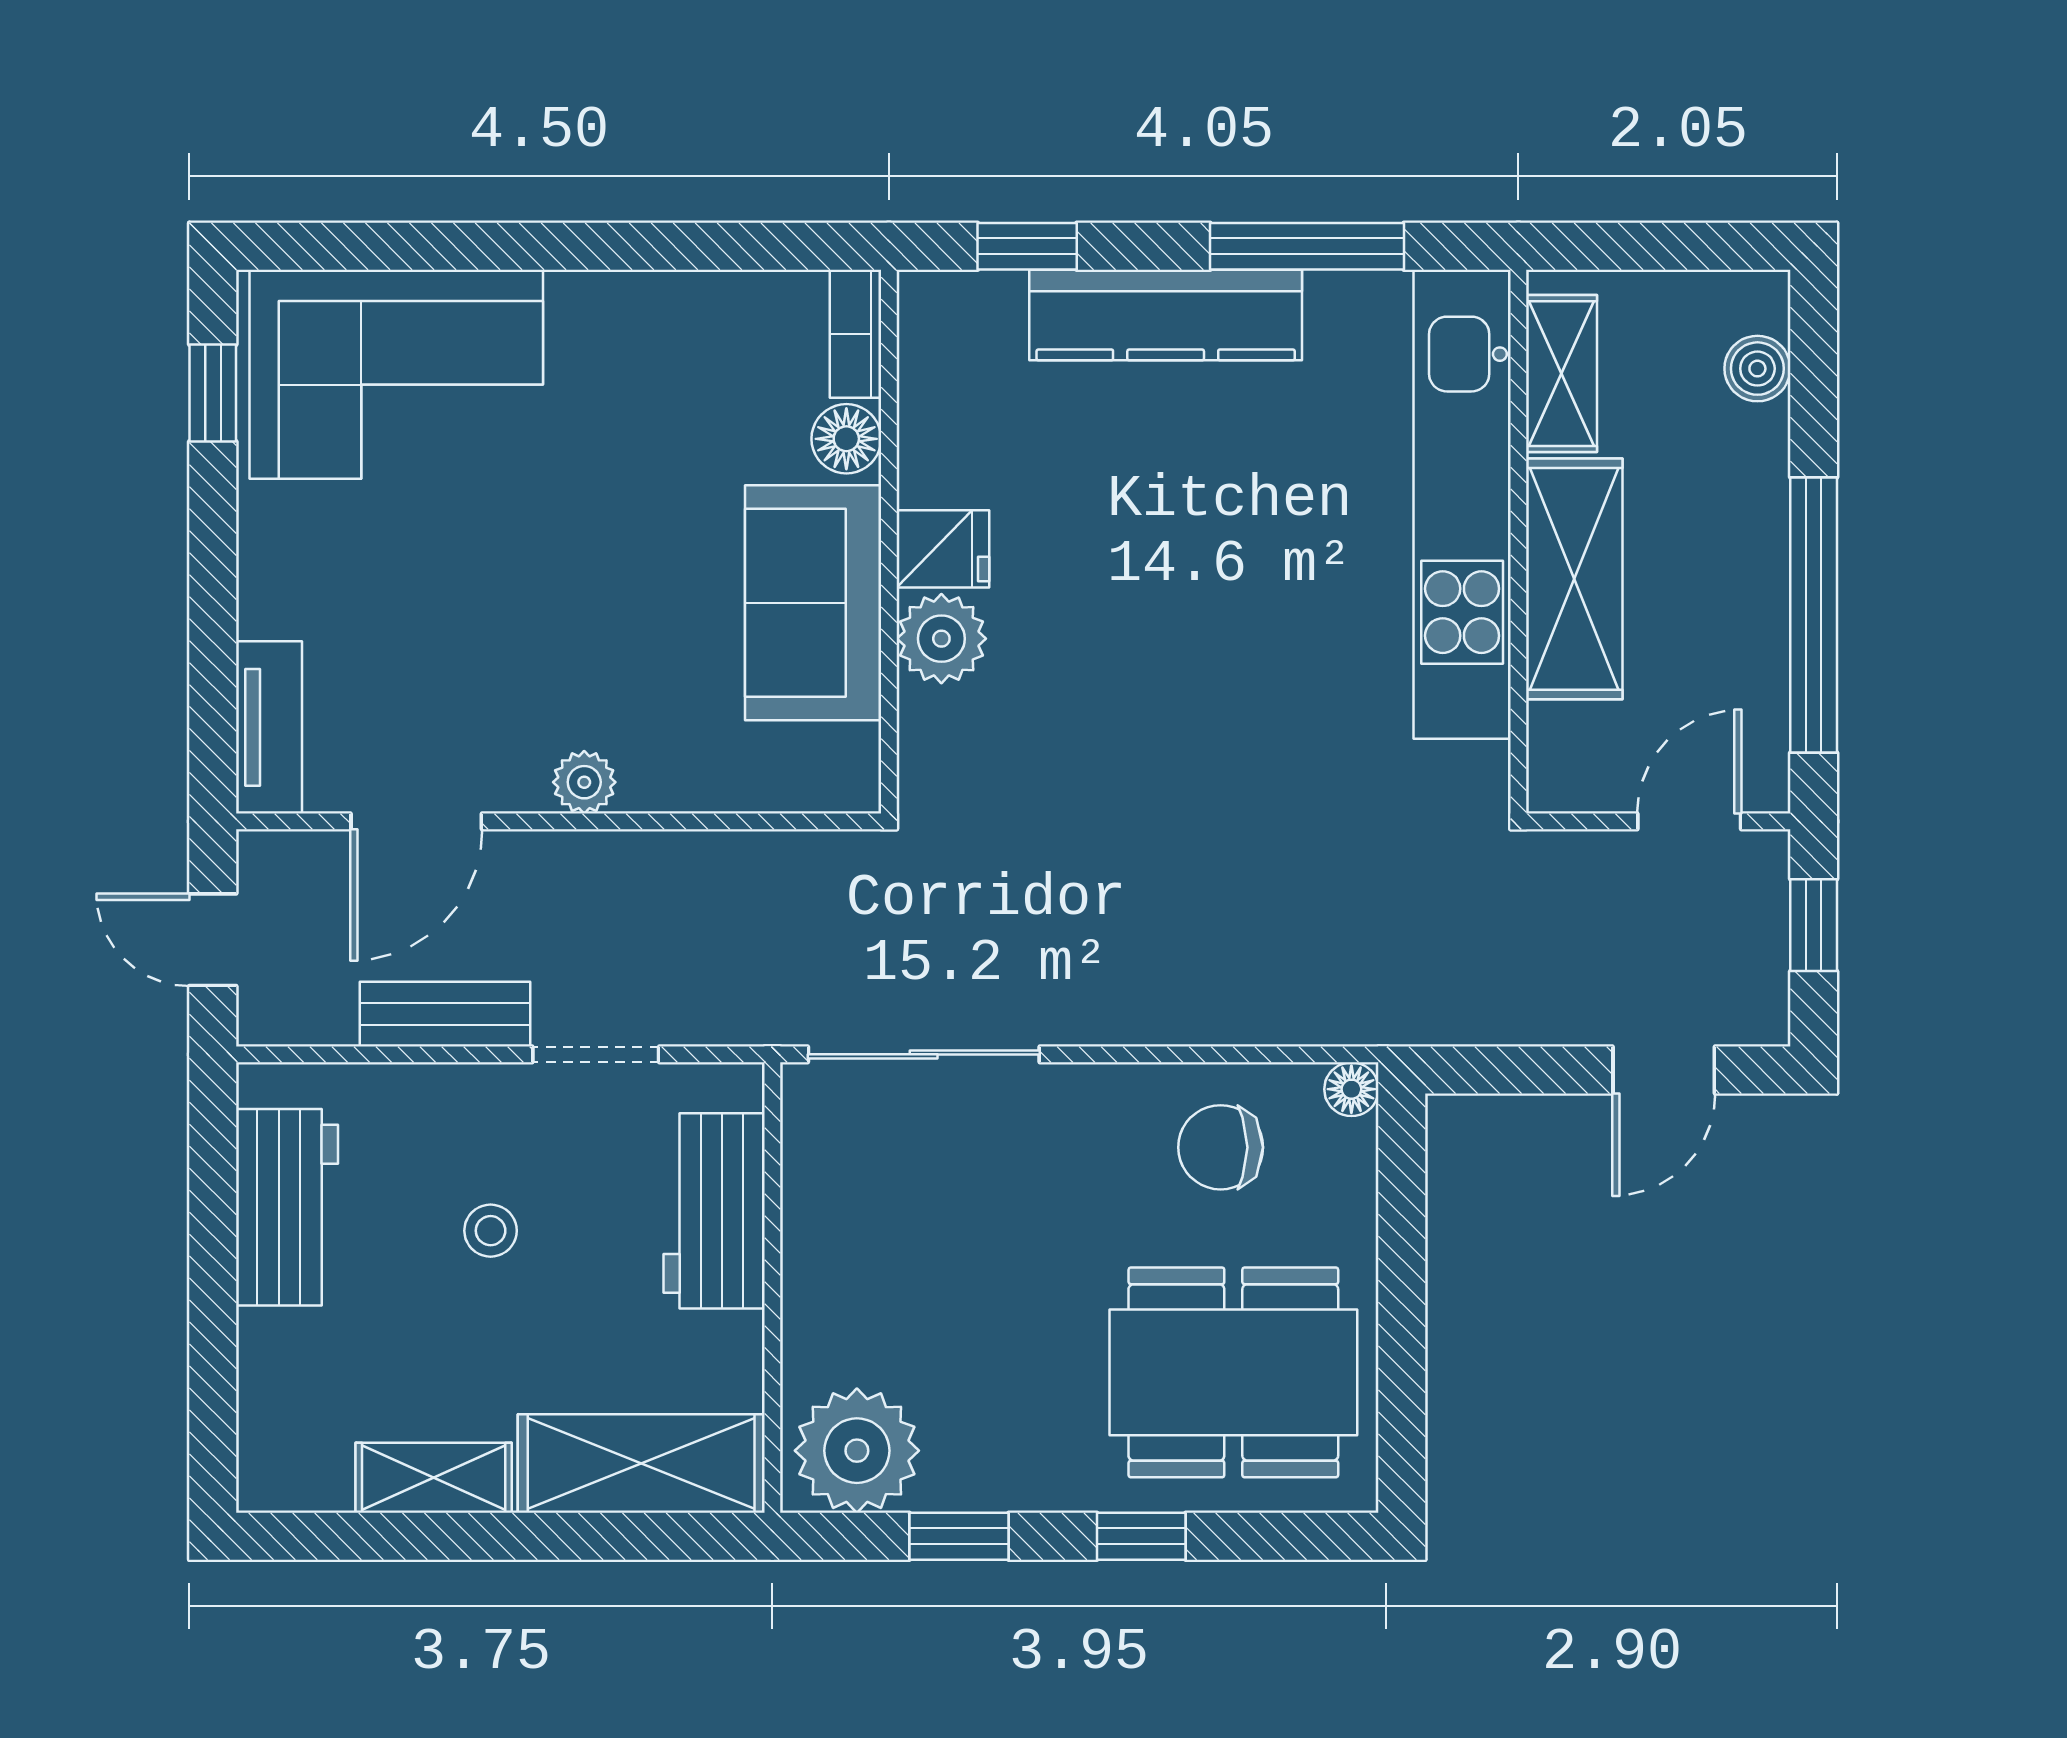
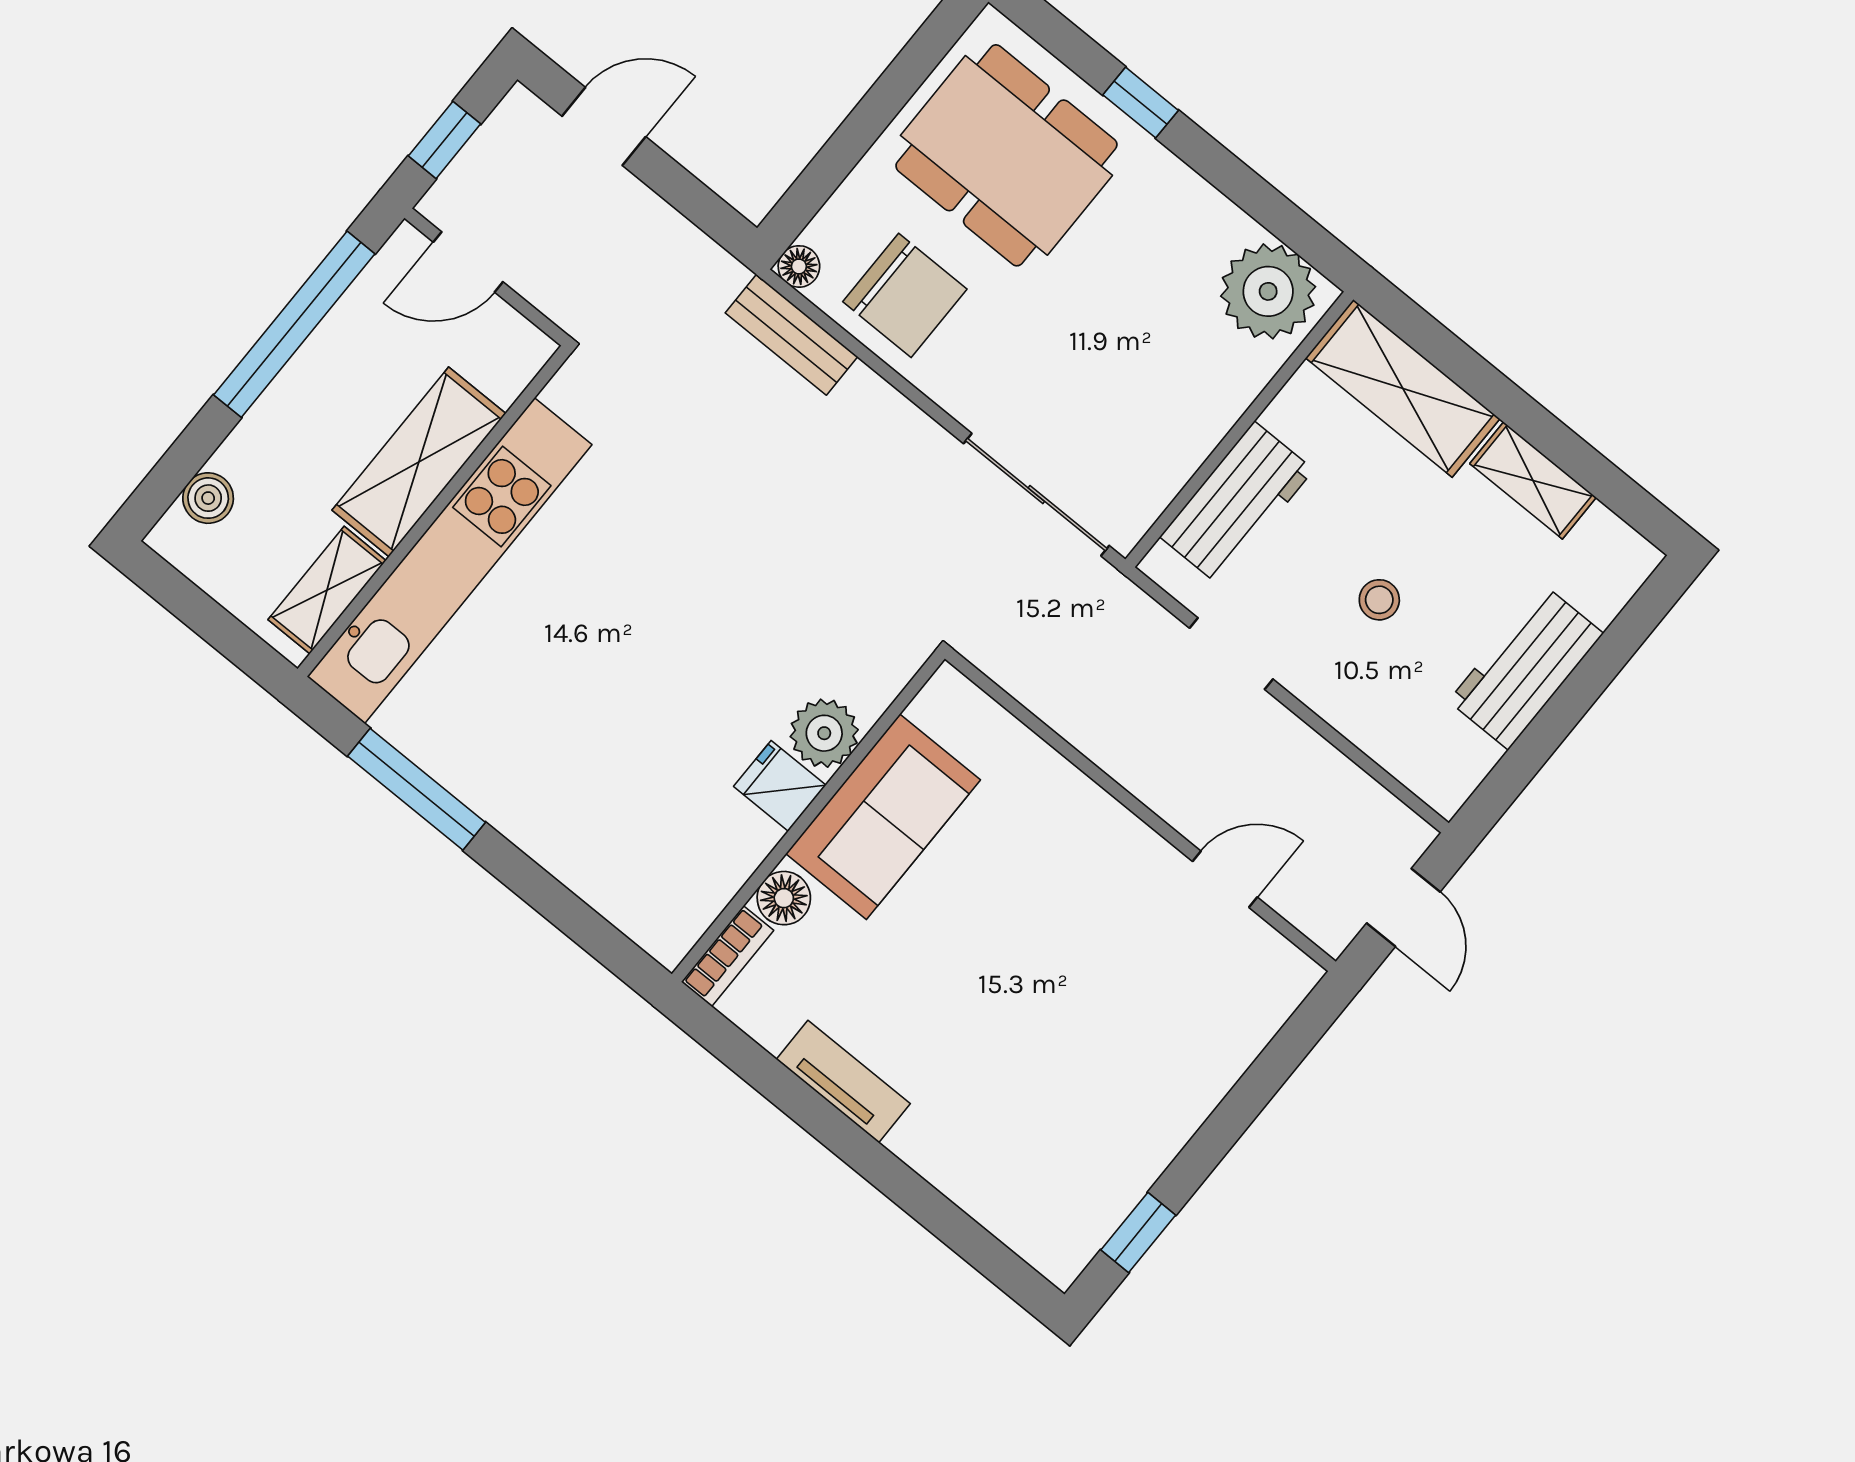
window: (1027, 246) -> (583, 925), removed
kitchen counter: (1166, 315) -> (534, 817), removed
corner sofa: (396, 374) -> (1020, 1155), removed
tv unit: (269, 727) -> (843, 1082), moved, turned 90
plant: (584, 782) -> (1106, 821), removed
door: (416, 821) -> (1225, 879), width x0.73
bench: (445, 1014) -> (791, 335), moved
chair: (1221, 1147) -> (905, 295), width x1.37, depth x1.37
workbench: (287, 1207) -> (1526, 667), moved
window: (959, 1536) -> (1249, 191), removed

